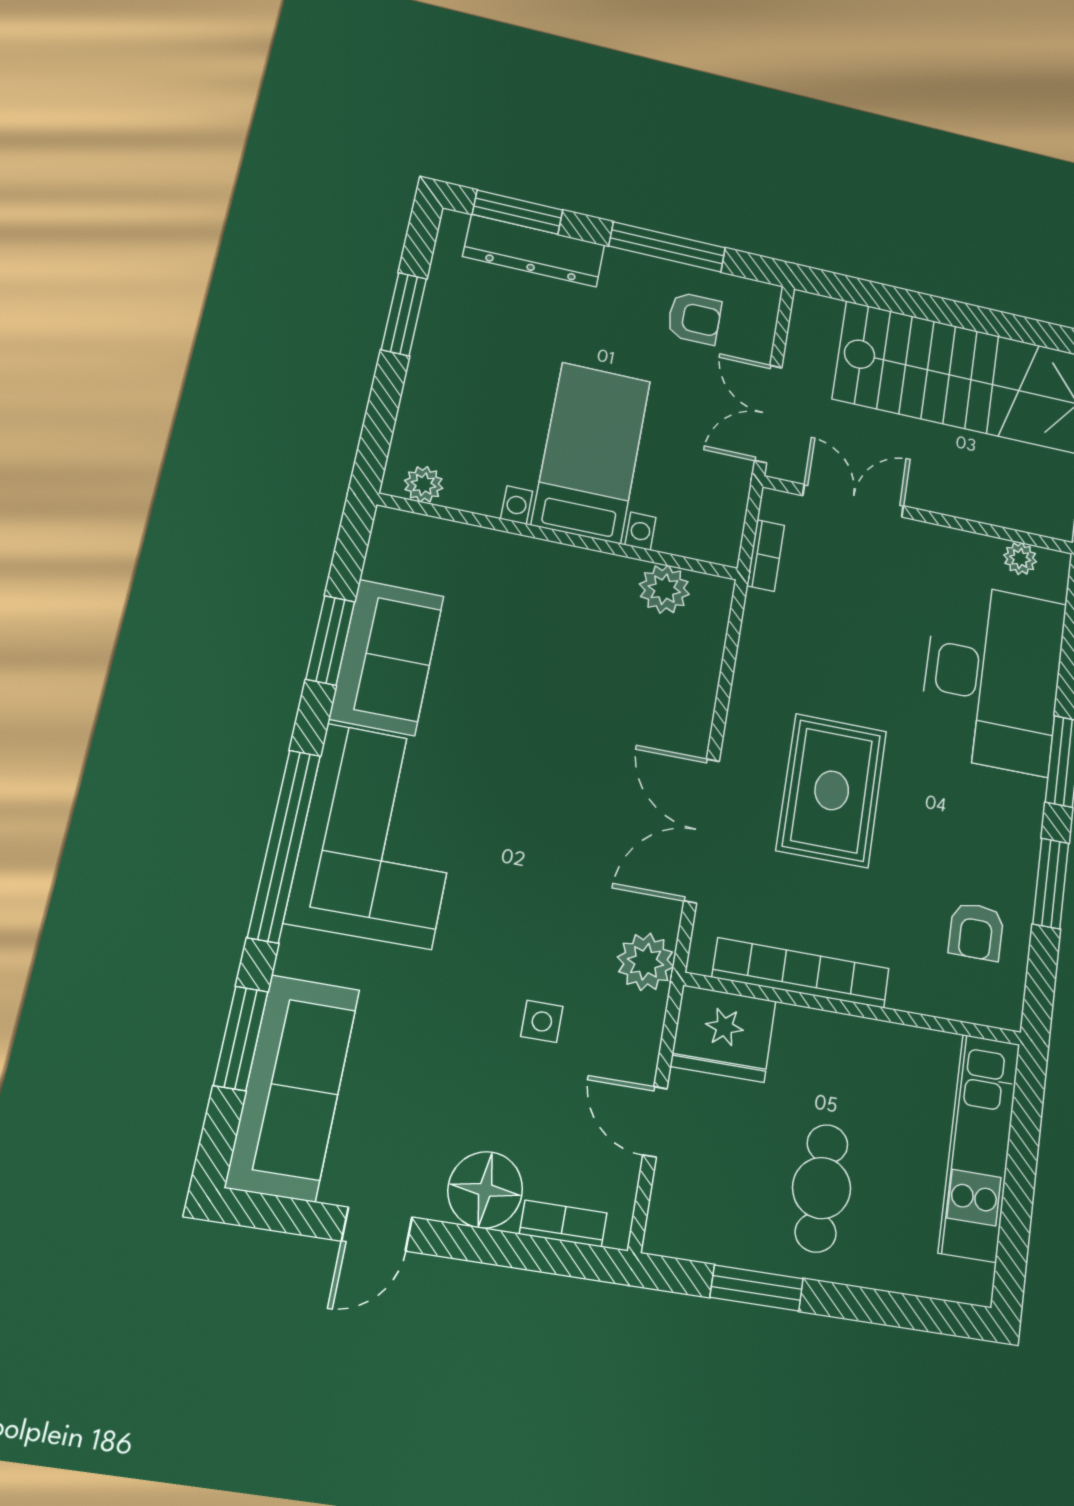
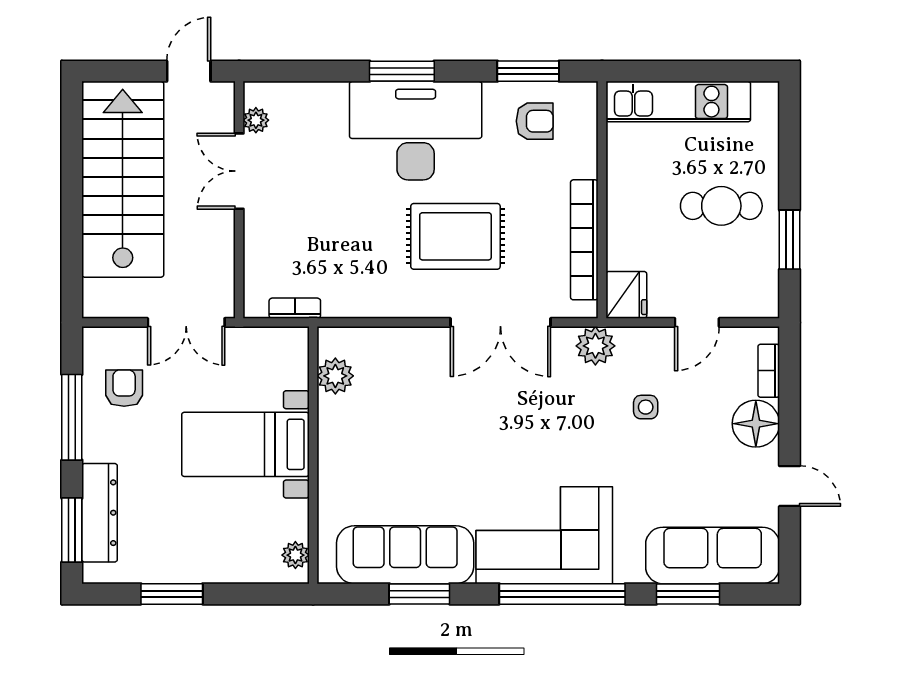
double door: (853, 501) -> (239, 171), moved
sofa: (387, 657) -> (405, 555), width x1.36
desk: (993, 677) -> (416, 131), moved
window: (1051, 883) -> (528, 71), moved
fridge: (723, 1034) -> (626, 295), width x0.73, depth x0.75

